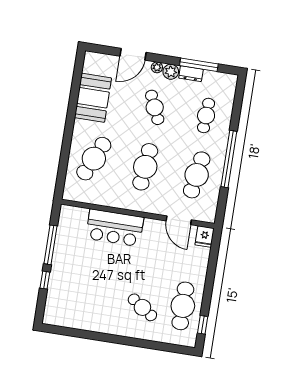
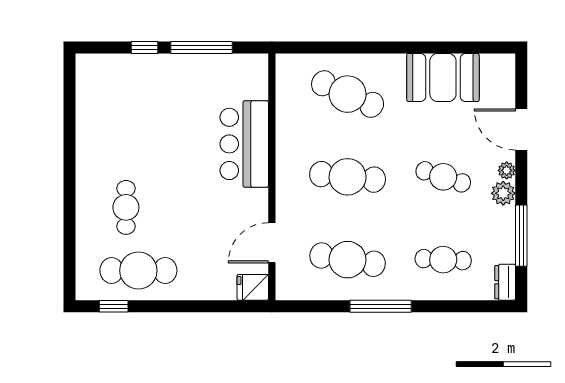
dresser: (191, 74) -> (505, 282), moved
cafe table: (155, 107) -> (443, 177), turned 42
window: (229, 159) -> (381, 306), width x0.68
cafe table: (142, 307) -> (126, 207), turned -34

